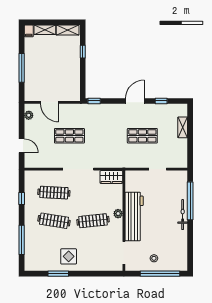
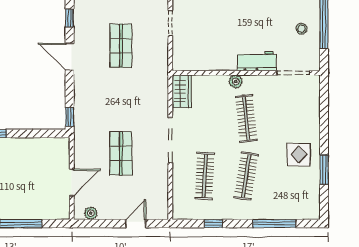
workbench: (134, 216) -> (257, 61), width x0.53, depth x0.76

